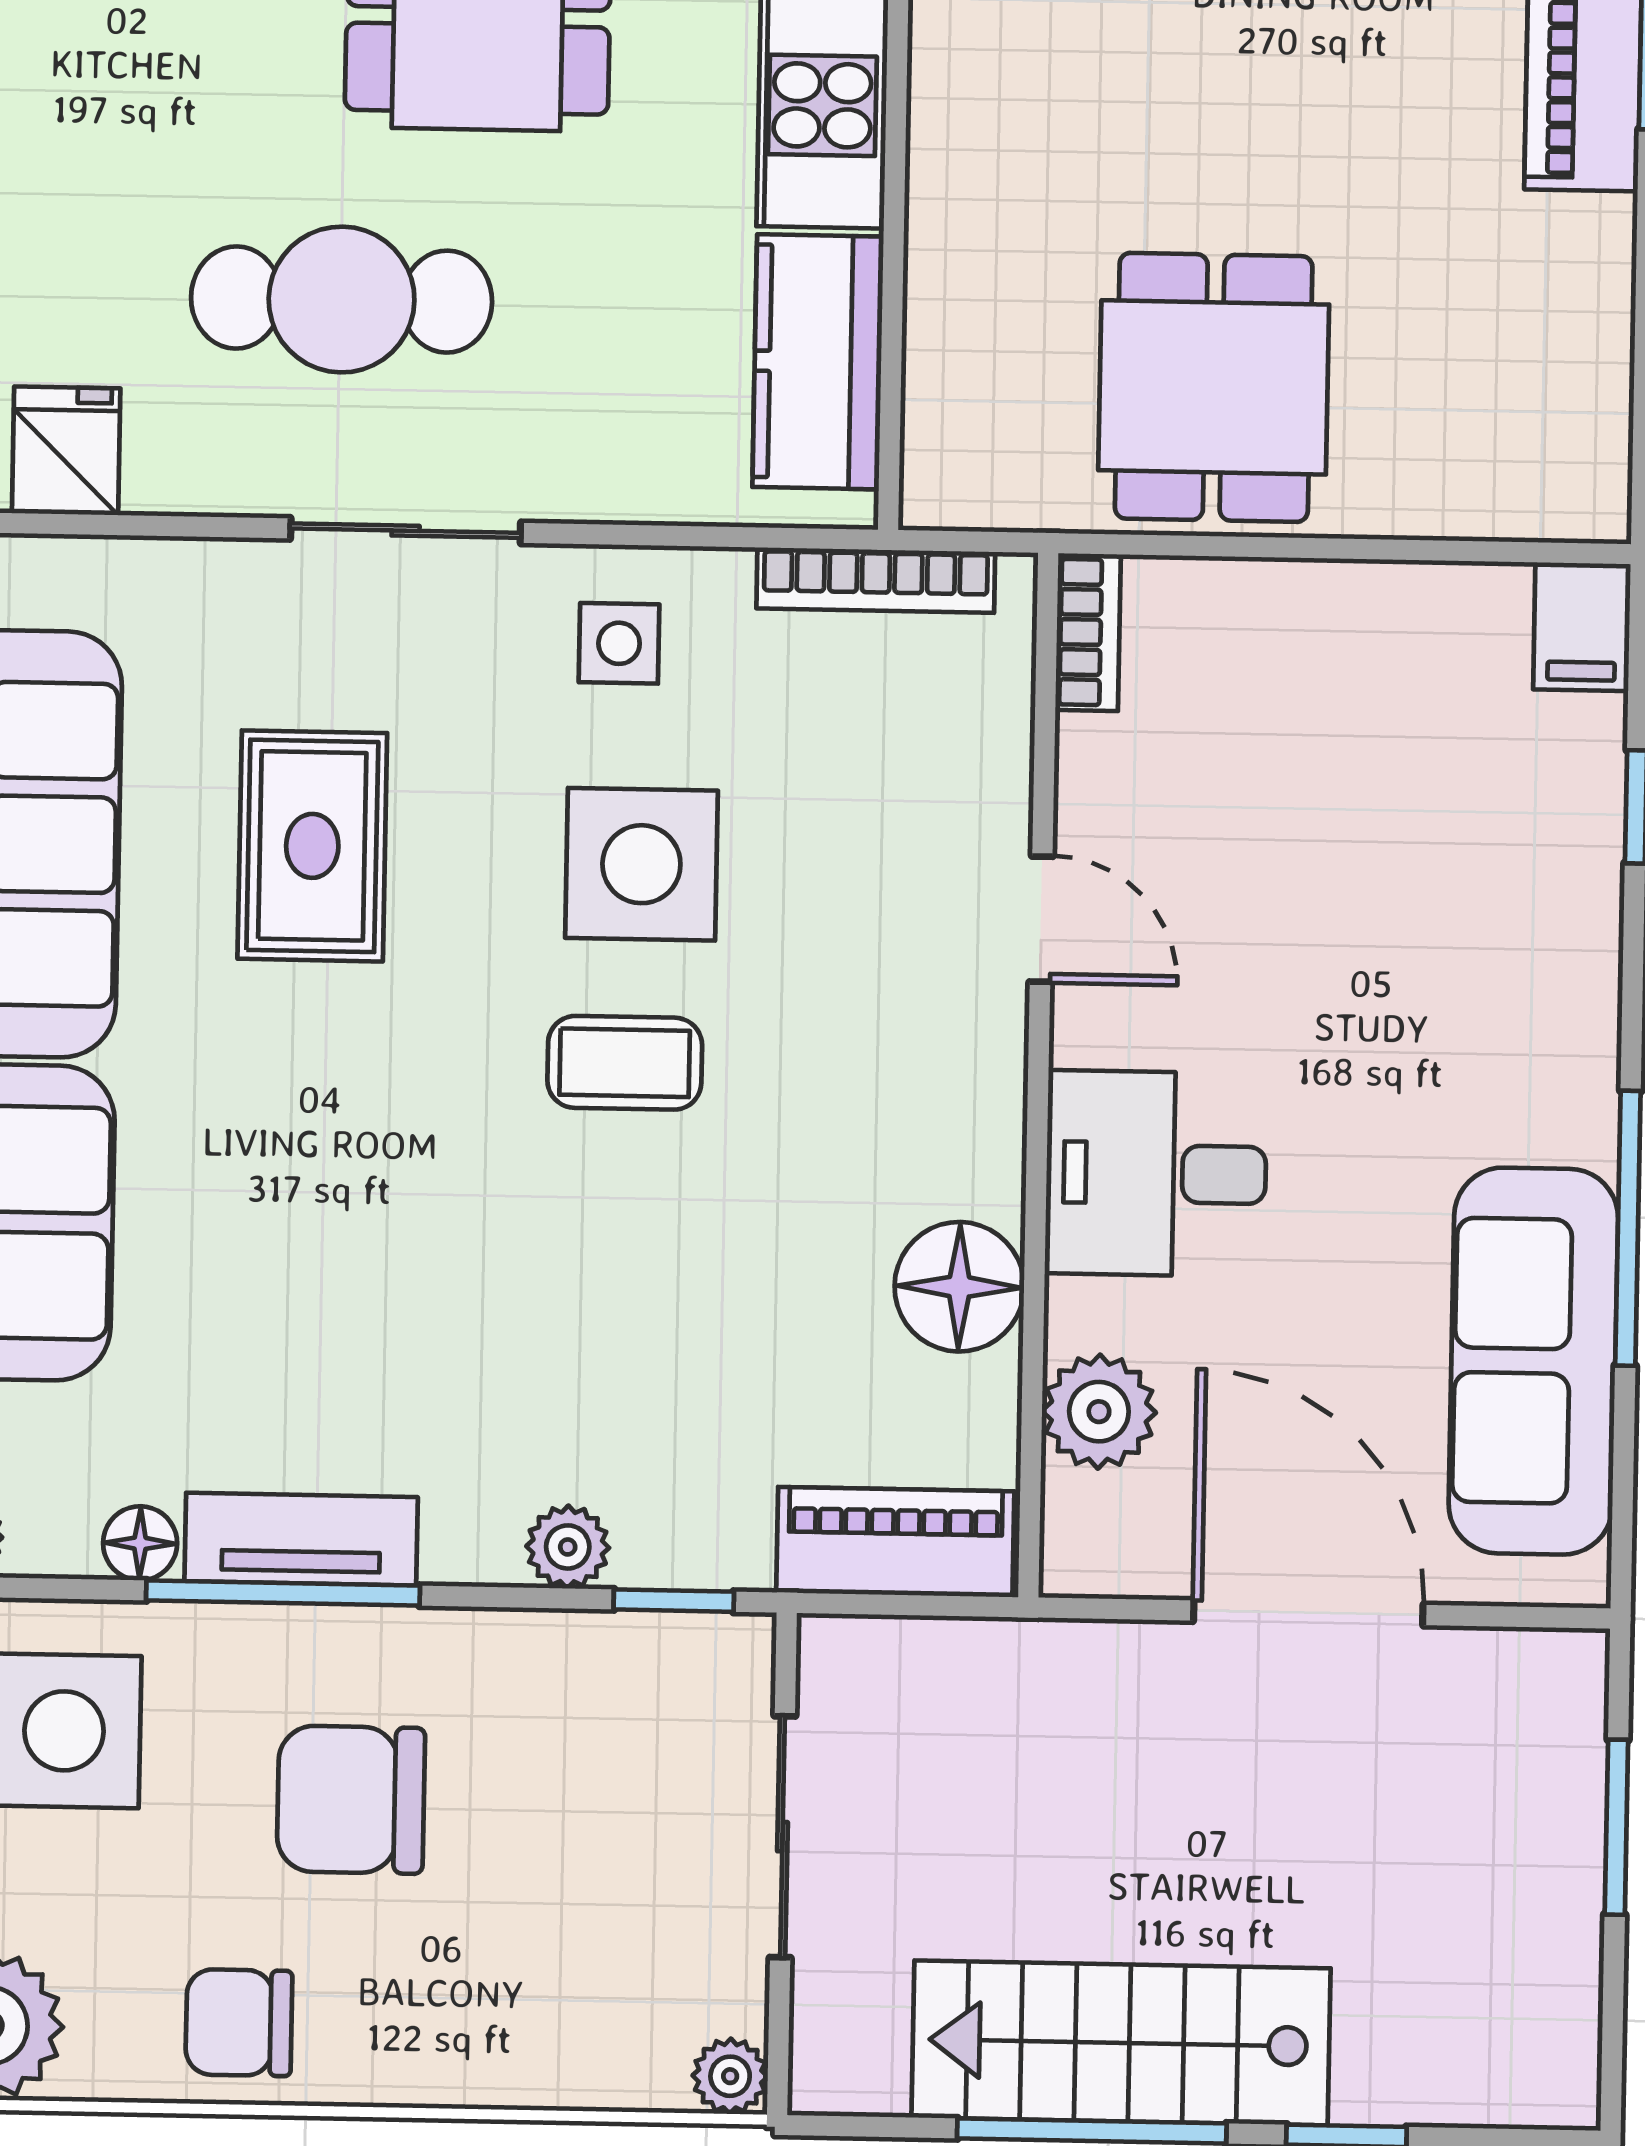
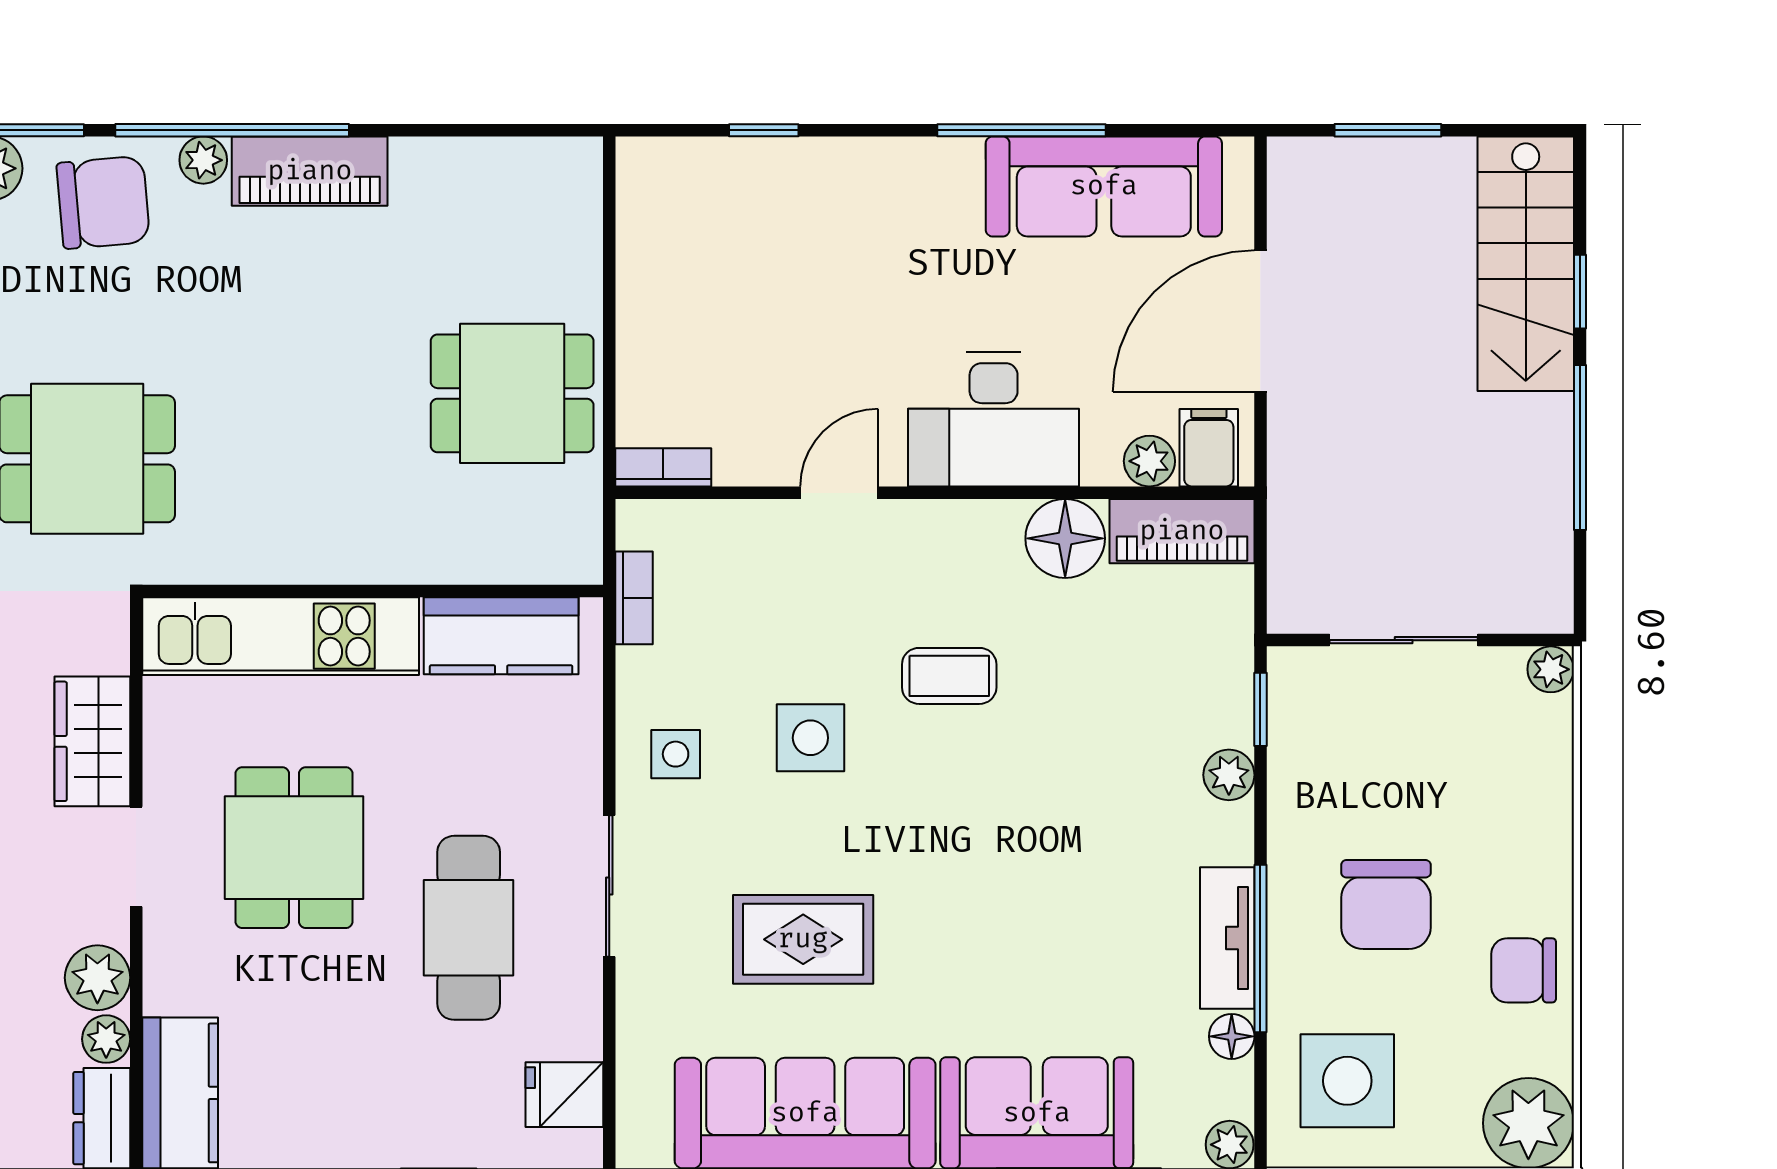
bookcase: (876, 580) -> (634, 598), width x0.64
filing cabinet: (1582, 627) -> (1209, 448), moved, turned -90
side table: (641, 864) -> (810, 738), width x0.73, depth x0.73
coffee table: (625, 1063) -> (949, 676), moved, turned 90
desk: (1156, 1174) -> (994, 419), width x1.37
plant: (1099, 1412) -> (1149, 461), width x0.73, depth x0.73
piano: (895, 1542) -> (1182, 531), moved, turned -90
chair: (239, 2023) -> (1524, 970), turned 90
stairs: (1121, 2043) -> (1526, 264), moved

